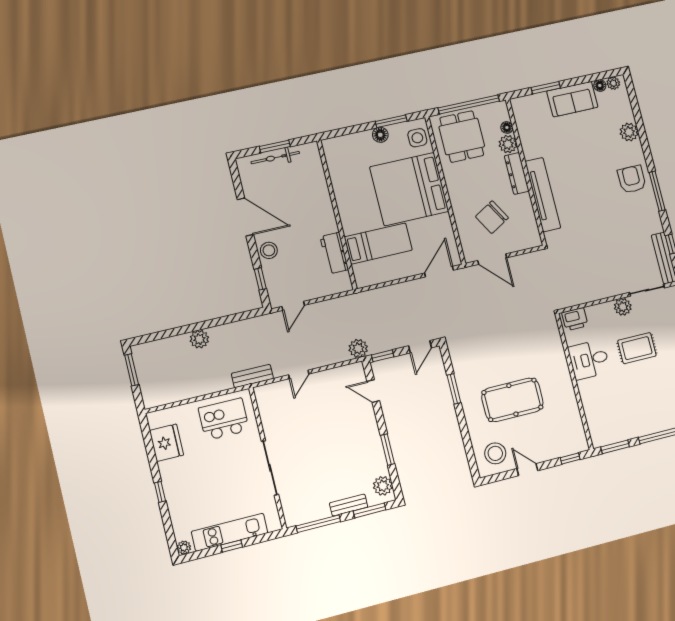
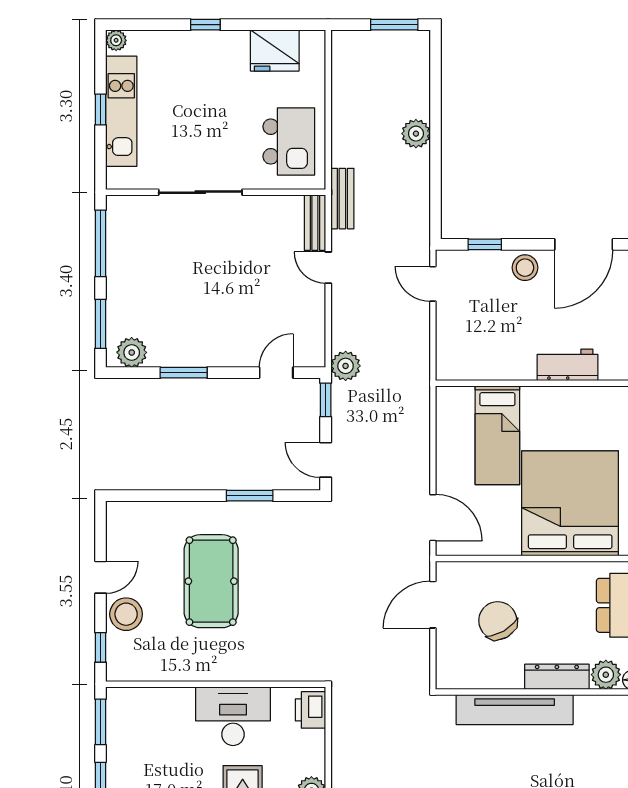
workbench: (334, 253) -> (567, 365), moved
desk: (589, 360) -> (233, 716), width x1.37
stool: (495, 453) -> (126, 614), moved
bench: (349, 505) -> (315, 223), moved

